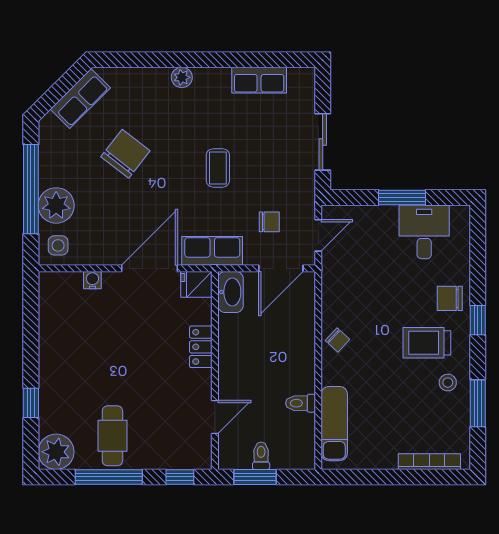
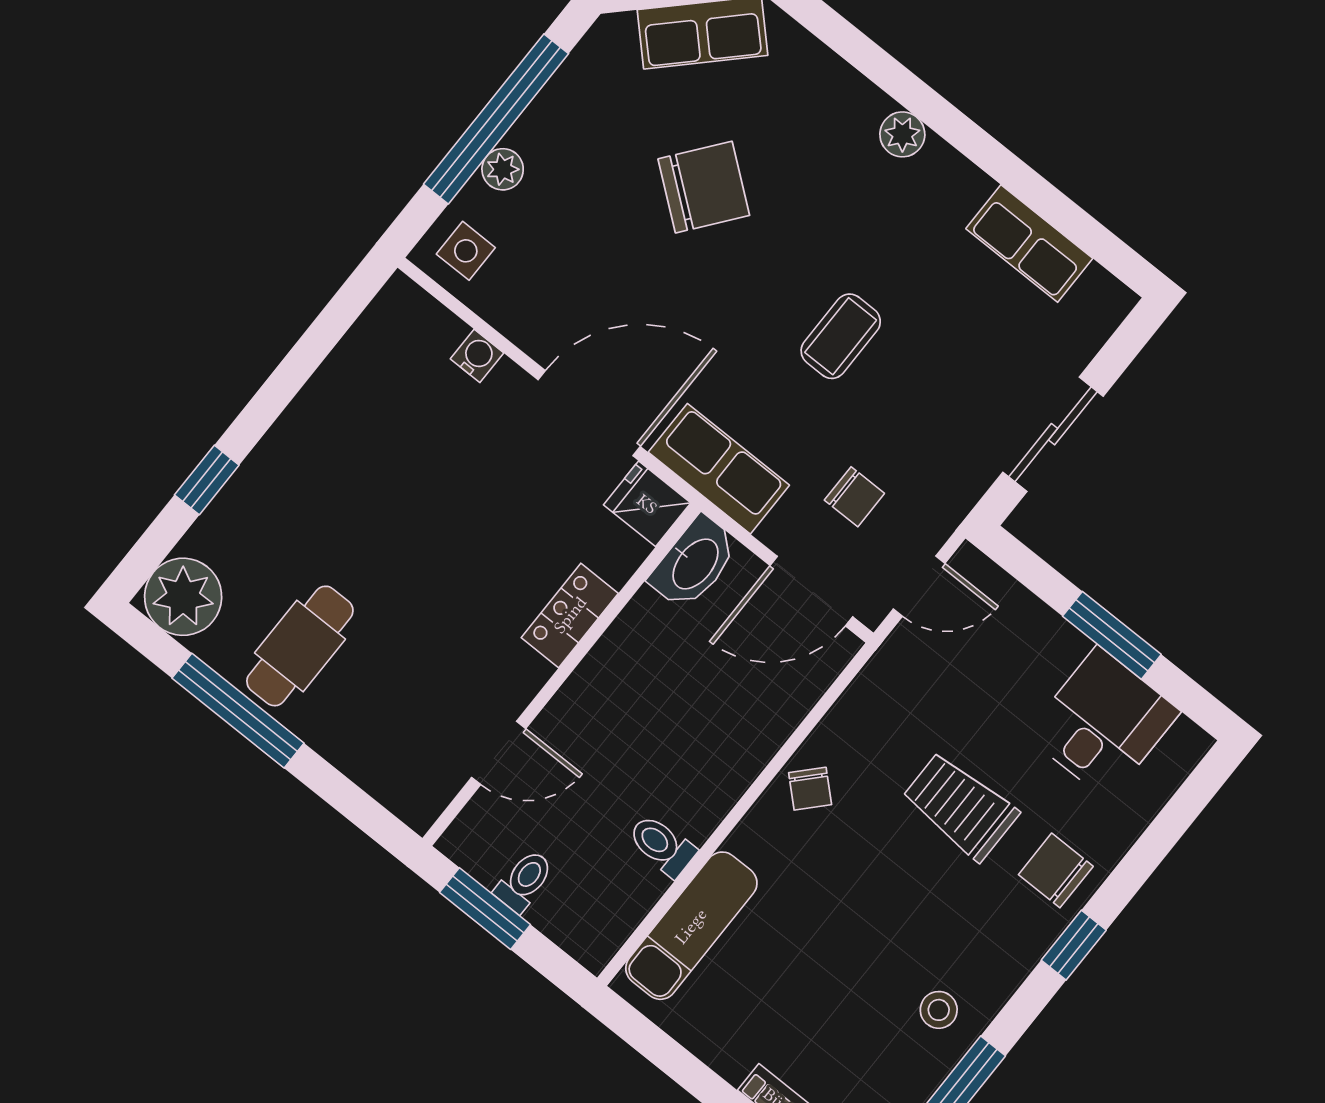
plant: (56, 205) -> (503, 169), width x0.53, depth x0.53
trolley: (427, 343) -> (960, 806), moved
window: (180, 477) -> (358, 807), removed

